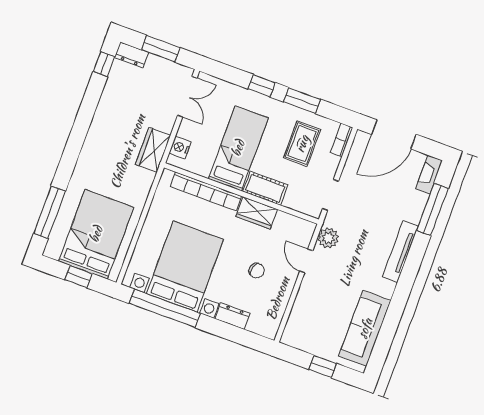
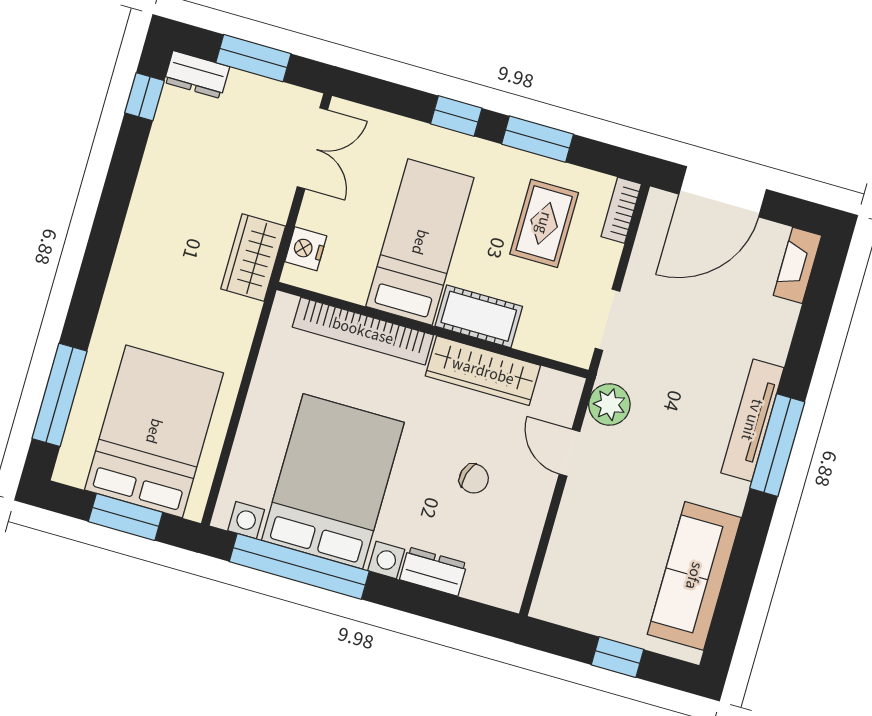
window: (432, 209) -> (777, 445), moved
wardrobe: (257, 213) -> (483, 371), width x1.50
window: (78, 277) -> (126, 517), width x1.50

